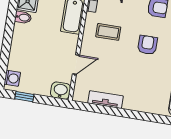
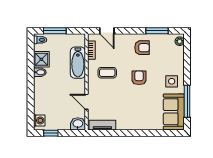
door: (76, 64) -> (86, 102), swing flipped
tv unit: (105, 100) -> (102, 125), moved

